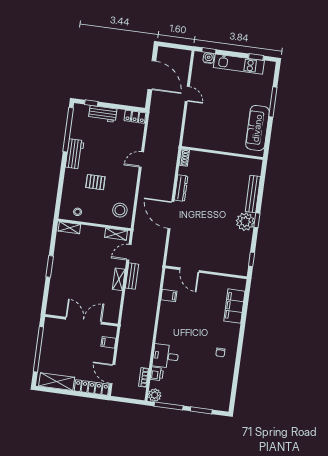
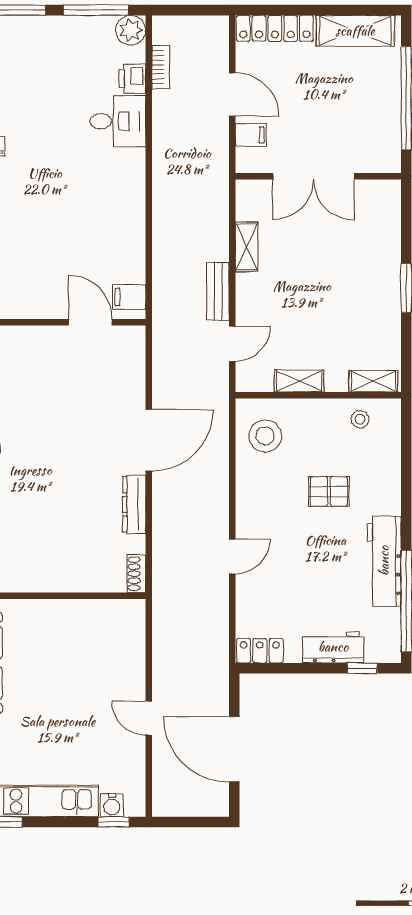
workbench: (75, 154) -> (384, 561), width x1.37
door: (171, 215) -> (149, 440), hinge flipped
shelving: (116, 234) -> (299, 381), moved
shelving: (119, 279) -> (246, 247), moved
filing cabinet: (169, 295) -> (129, 297), moved
door: (112, 374) -> (232, 94), moved

